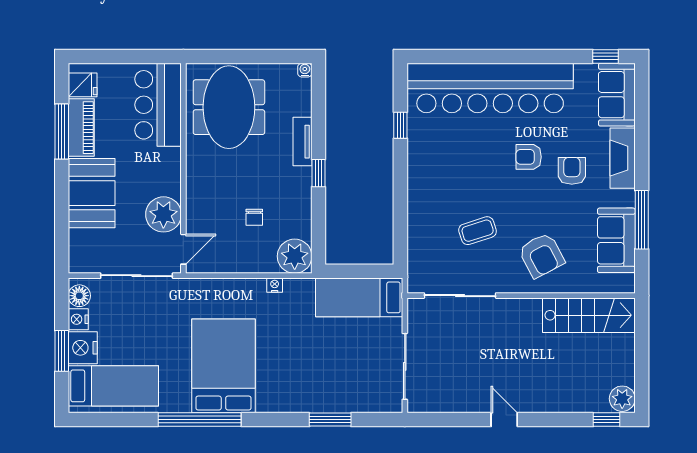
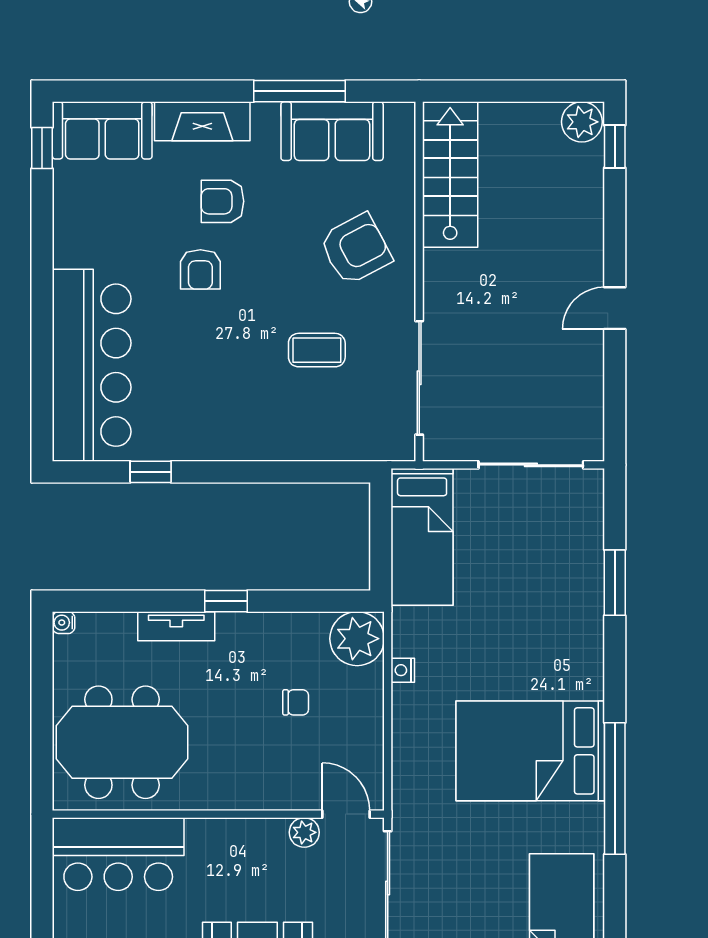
bar counter: (490, 88) -> (92, 365), width x0.73
plant: (163, 214) -> (304, 832), width x0.53, depth x0.53
coffee table: (478, 231) -> (317, 350), turned -72

